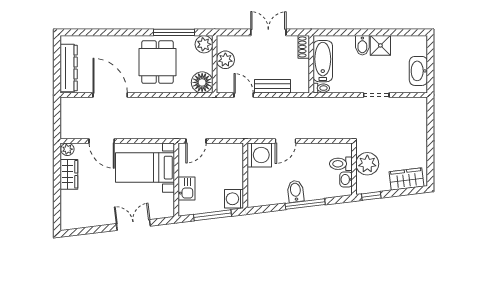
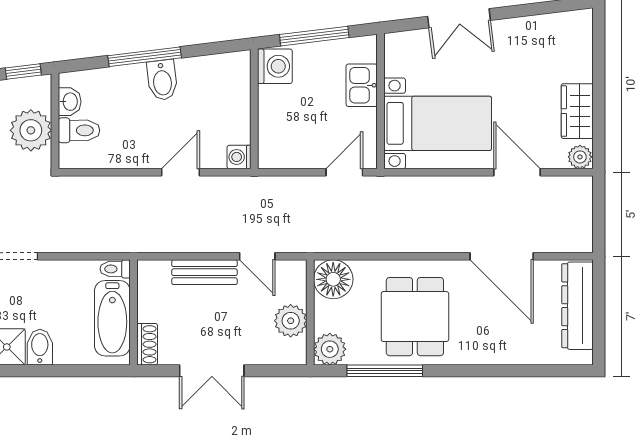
washing machine: (259, 155) -> (239, 157), width x0.53, depth x0.53

